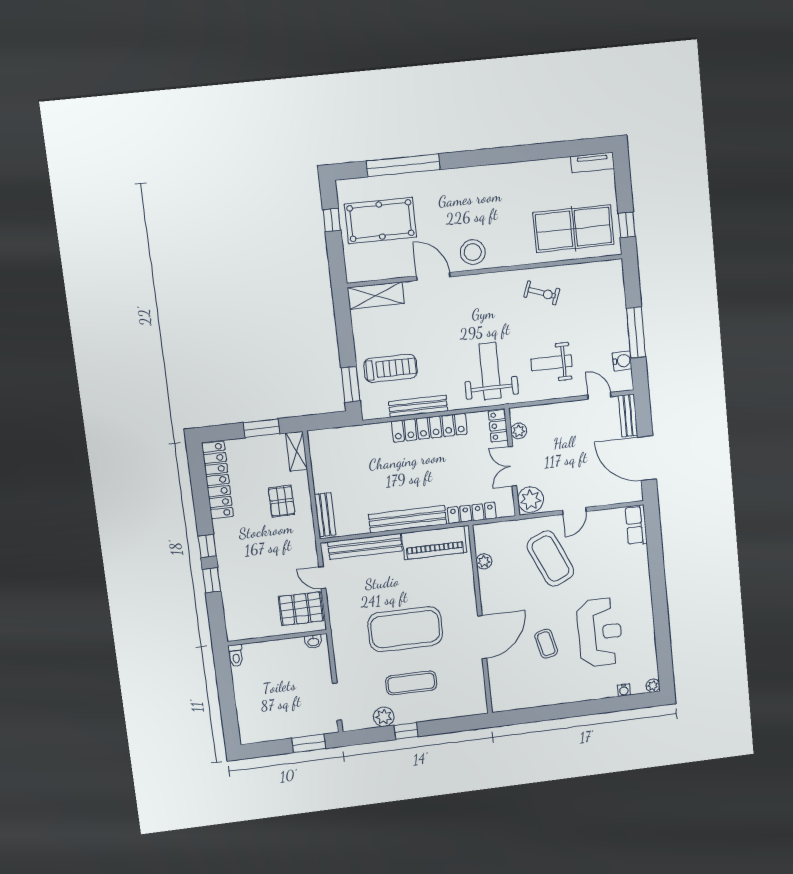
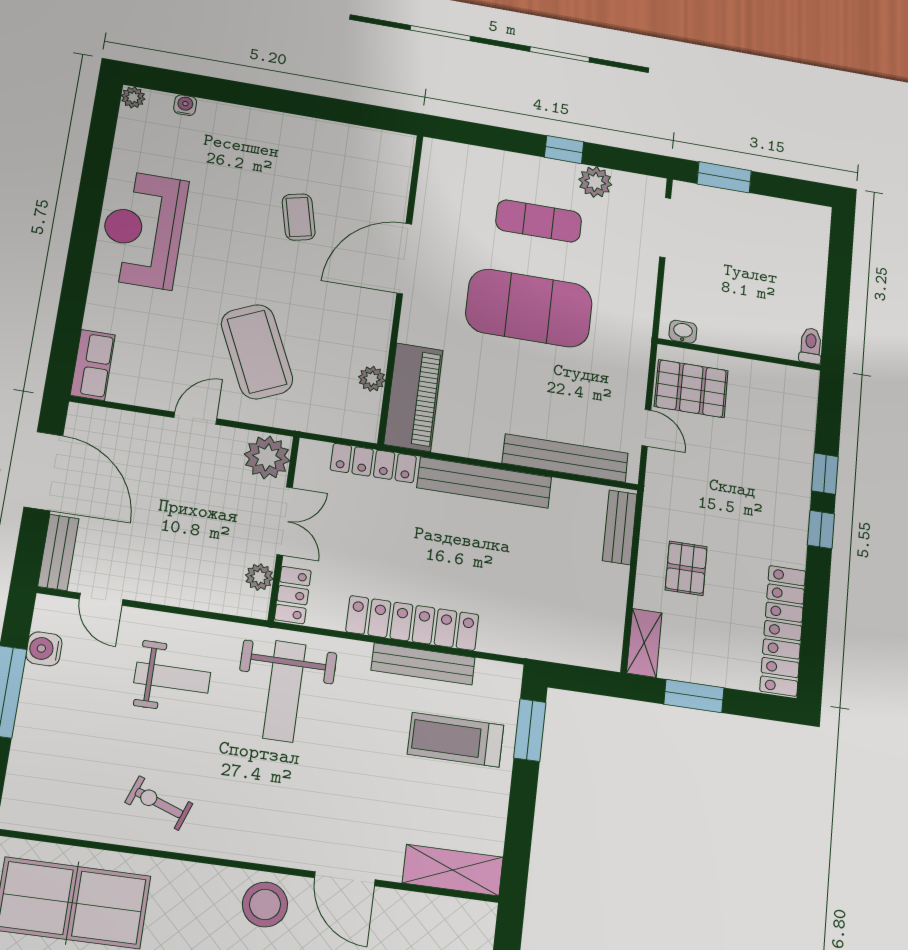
piano: (434, 543) -> (413, 397), moved, turned 90
reception desk: (600, 632) -> (143, 229), moved

